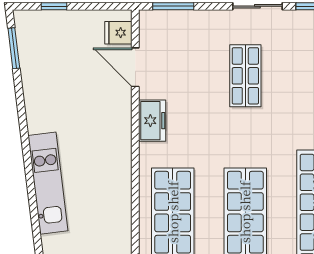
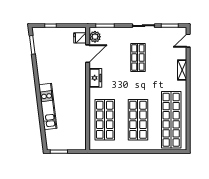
plant: (151, 30) -> (95, 37), added
door: (135, 67) -> (88, 54), swing flipped

